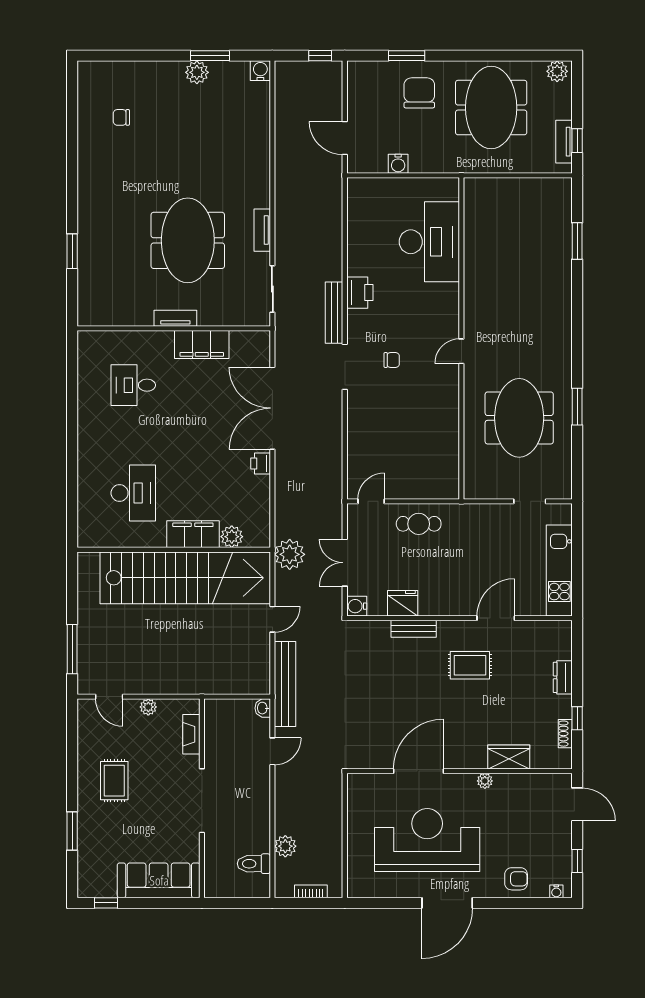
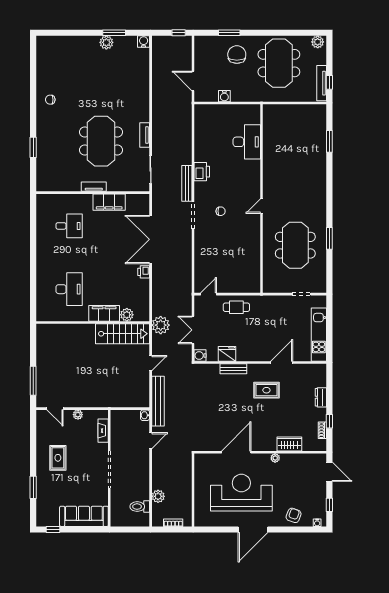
chair: (121, 117) -> (50, 100), moved
tv unit: (564, 142) -> (322, 83), width x1.41
desk: (429, 242) -> (247, 142), width x0.73, depth x0.77
desk: (133, 385) -> (69, 226), turned 180
stairs: (185, 578) -> (123, 334), width x0.54, depth x0.66
armchair: (516, 879) -> (294, 515), turned -70

